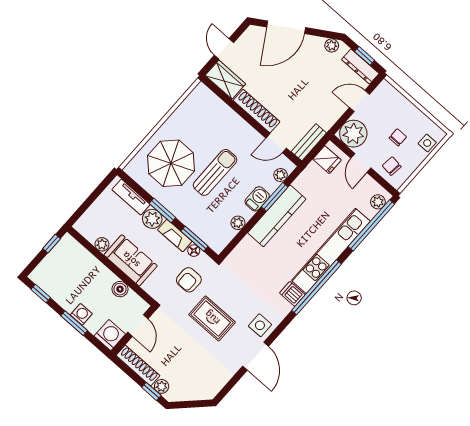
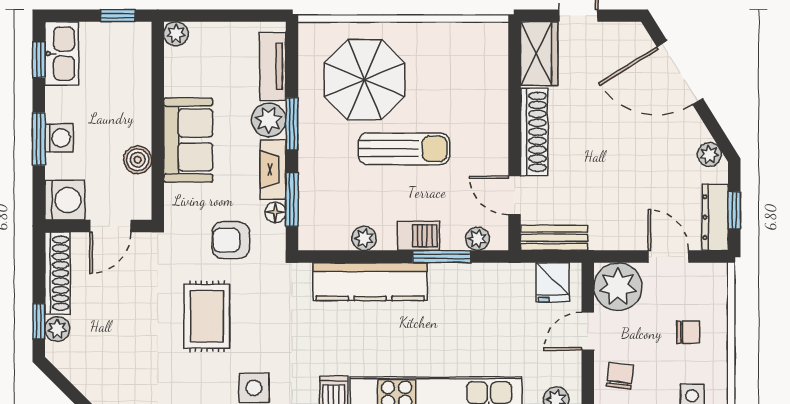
chair: (398, 137) -> (688, 332), moved
kitchen counter: (277, 216) -> (370, 282), moved
plant: (102, 244) -> (176, 34), moved
kitchen sink: (47, 282) -> (62, 54), added

